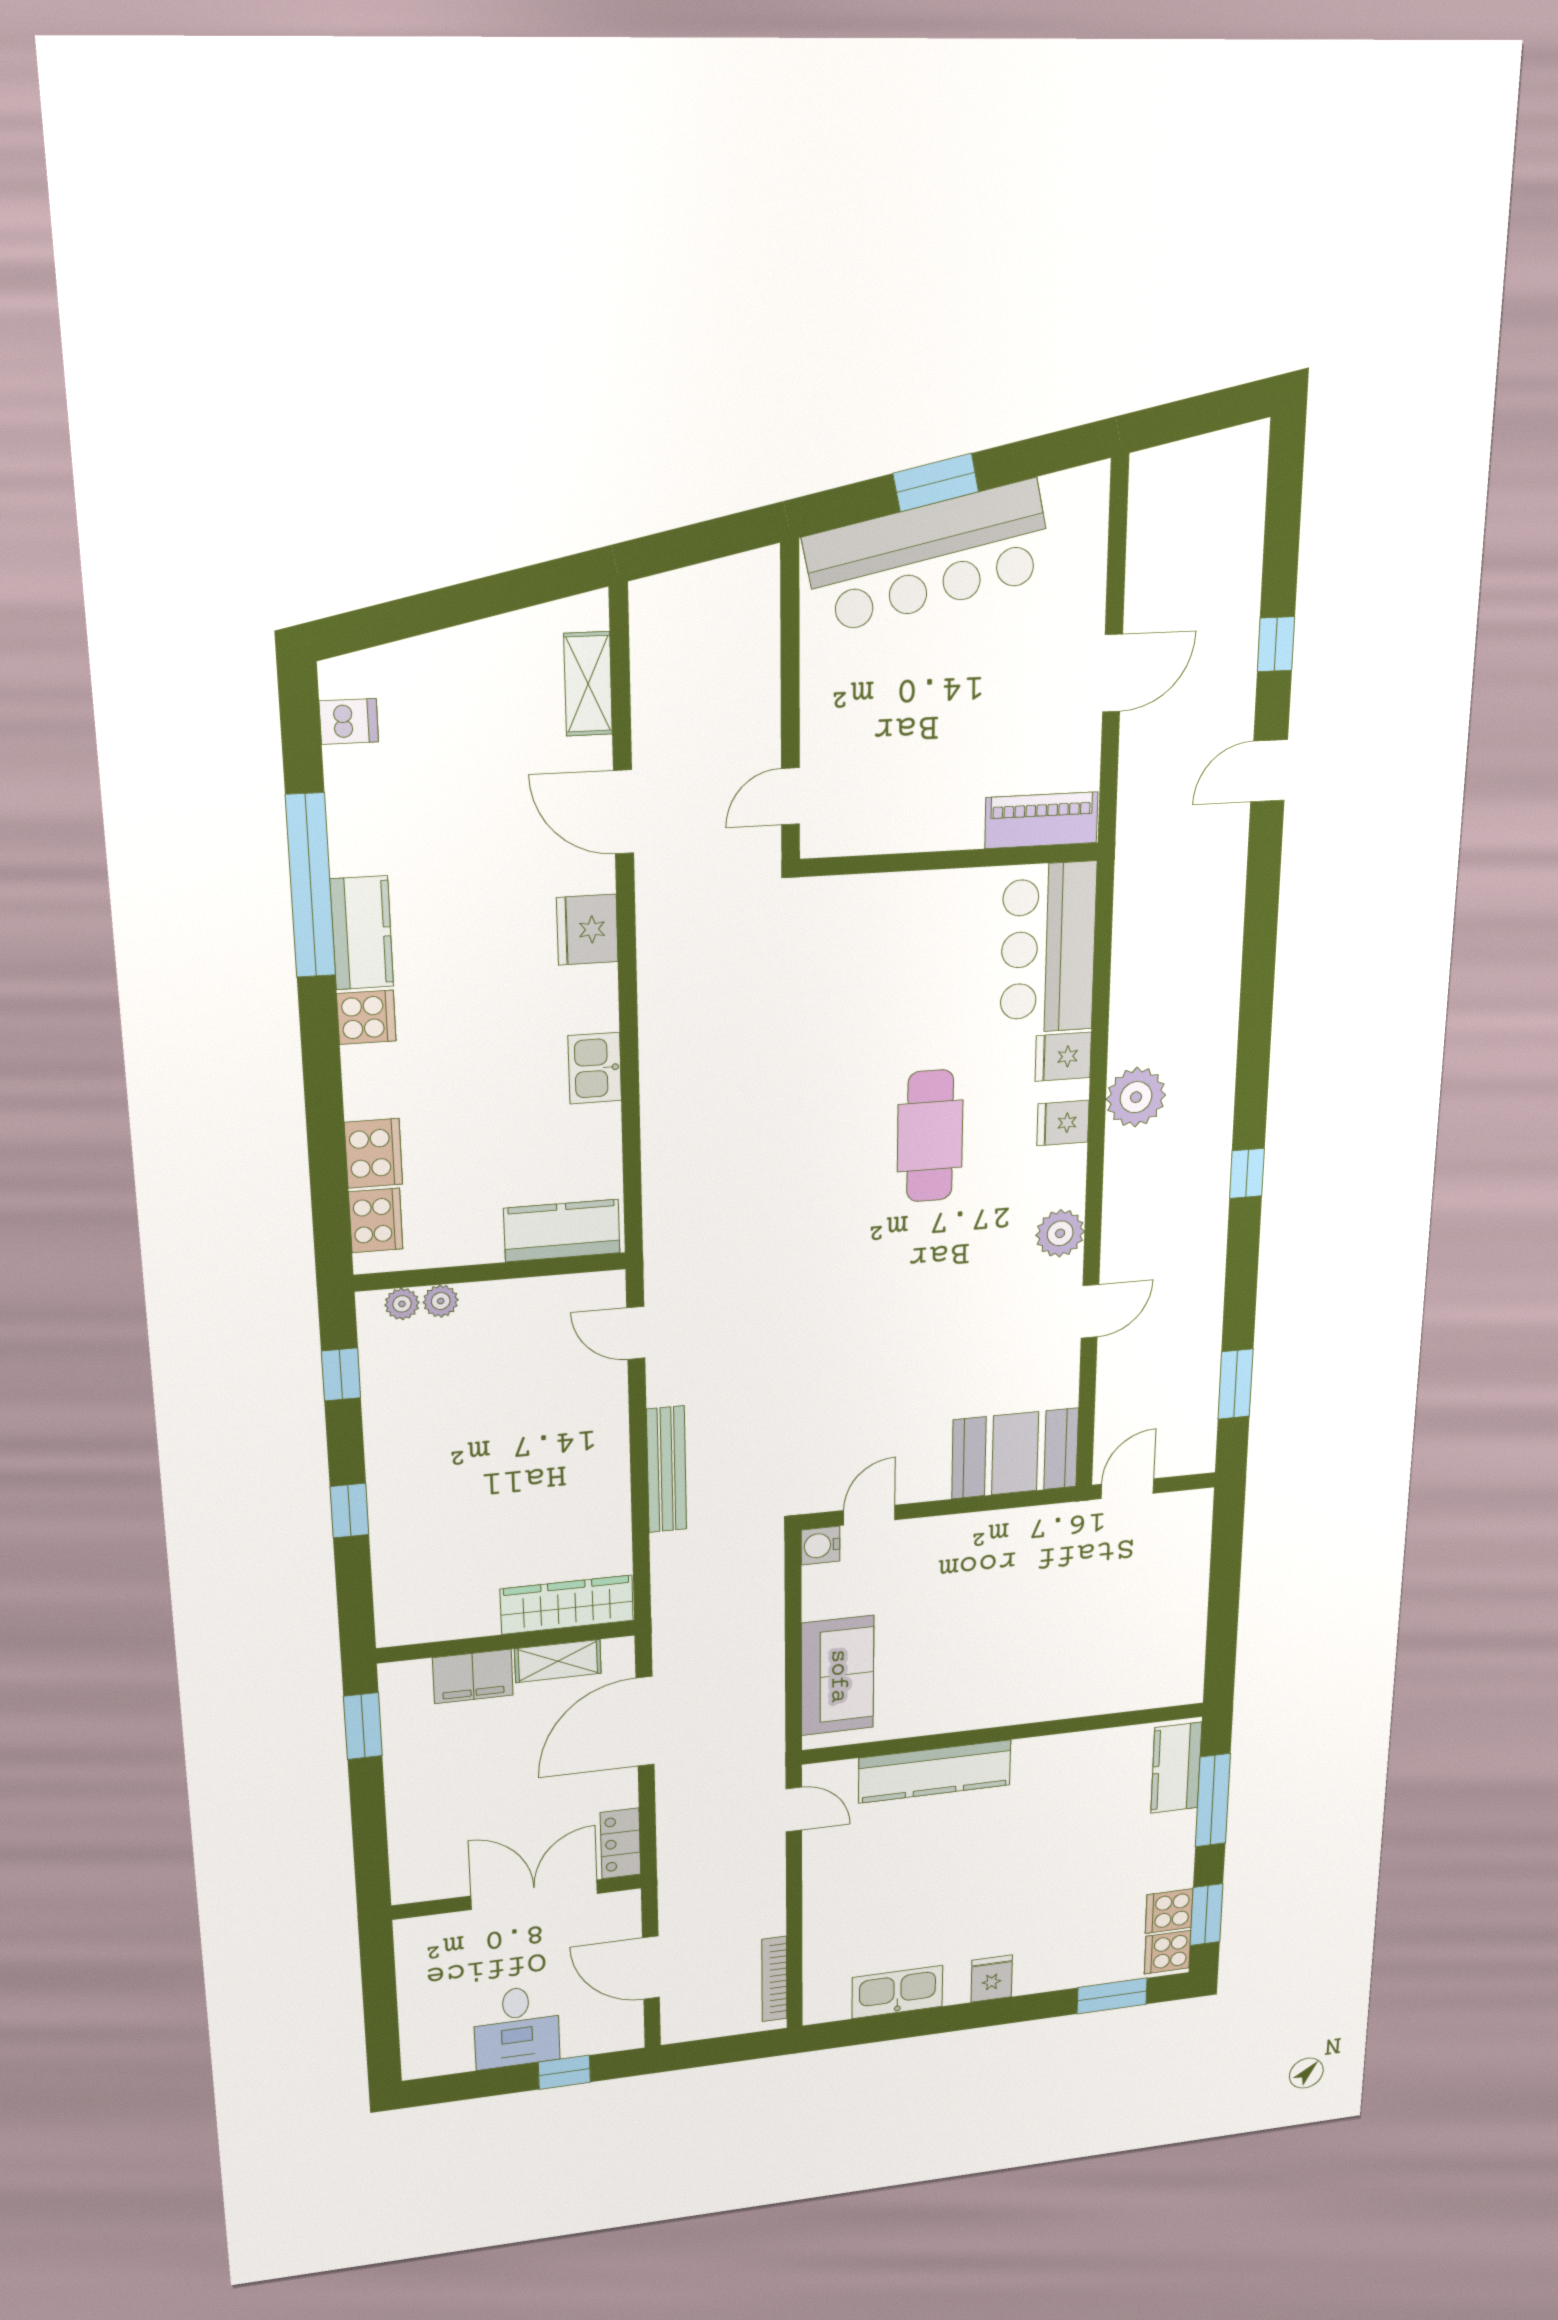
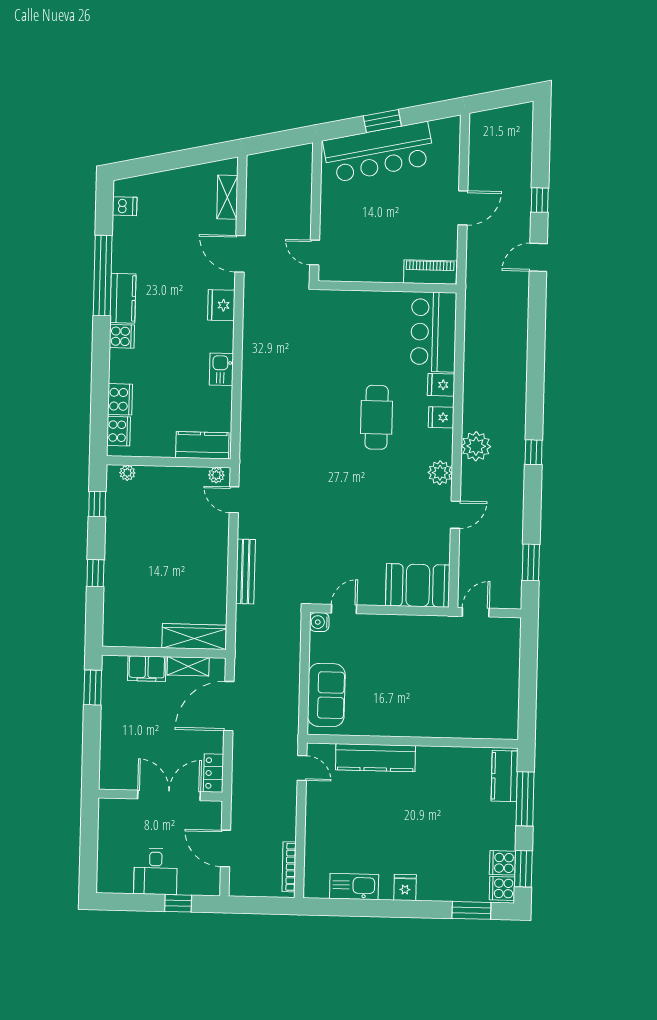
door: (790, 796) -> (315, 253), hinge flipped
plant: (1136, 1097) -> (476, 446), moved
plant: (441, 1301) -> (216, 475), moved

